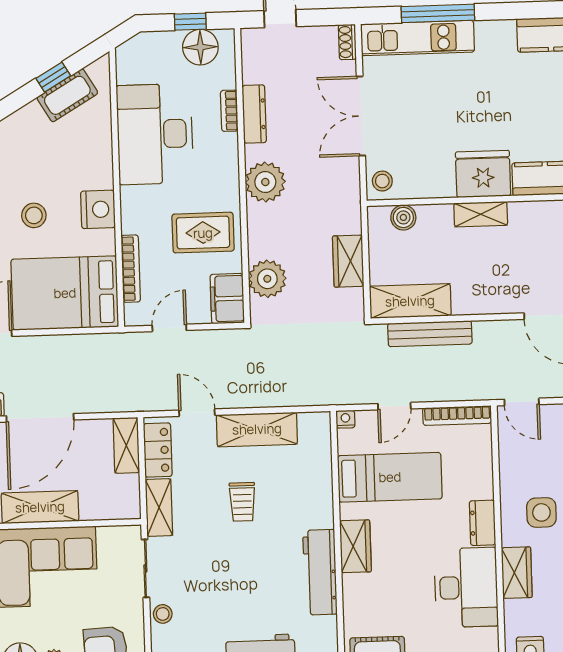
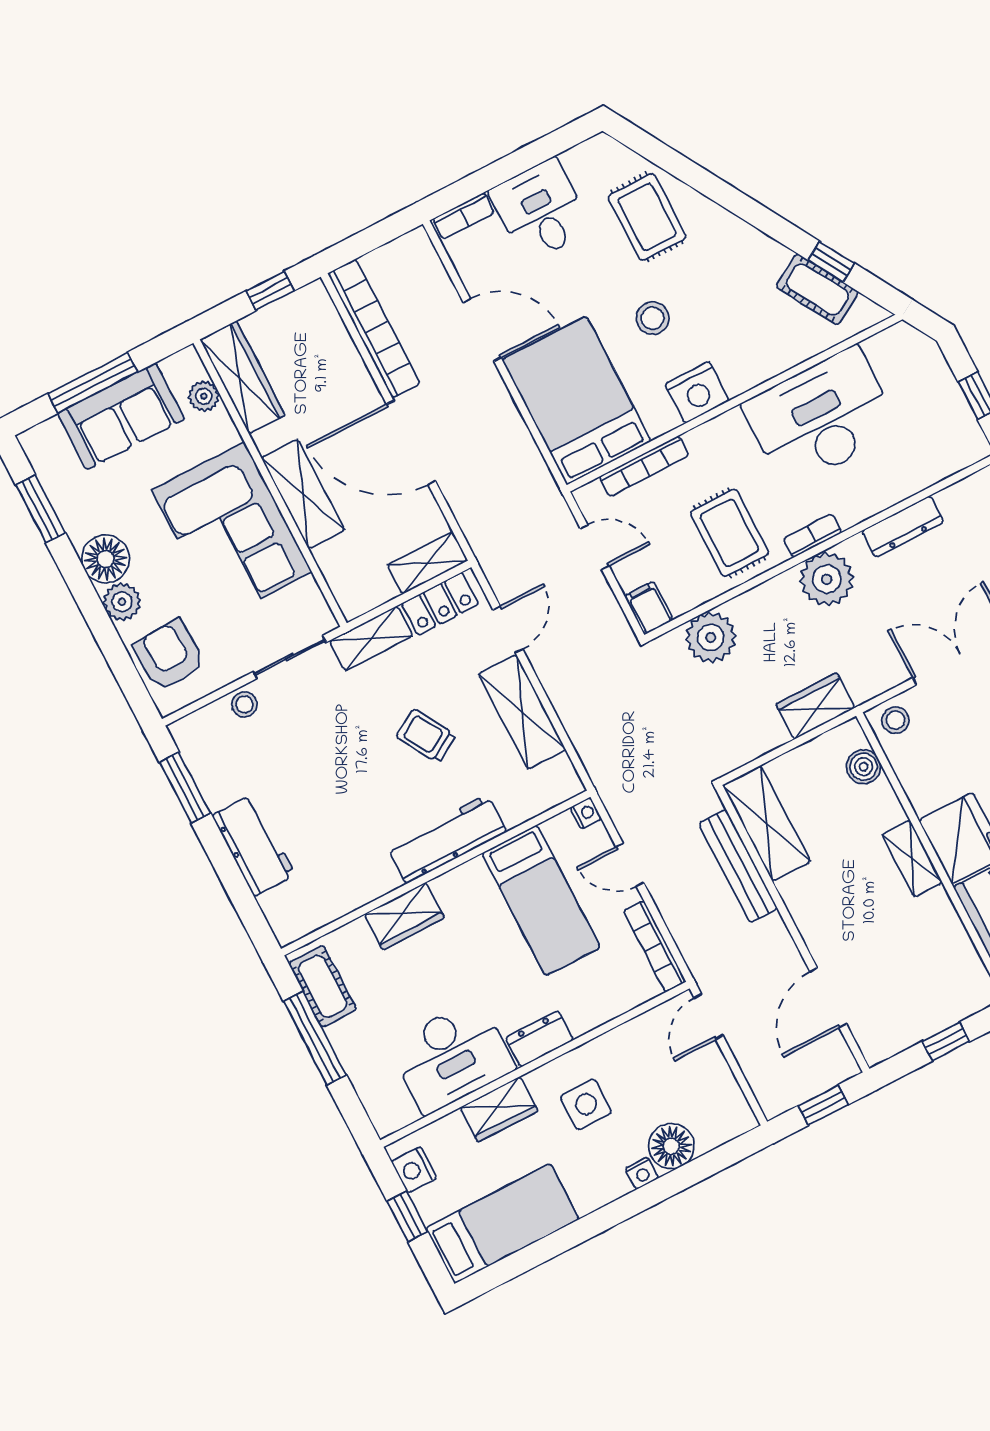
floor lamp: (200, 47) -> (953, 423), removed
bookcase: (229, 111) -> (813, 536), moved
wardrobe: (348, 261) -> (815, 706), moved
filing cabinet: (227, 299) -> (649, 608), width x0.50
trolley: (242, 502) -> (426, 736), turned 59
wardrobe: (355, 546) -> (404, 916), moved
workbench: (320, 572) -> (447, 839), moved

